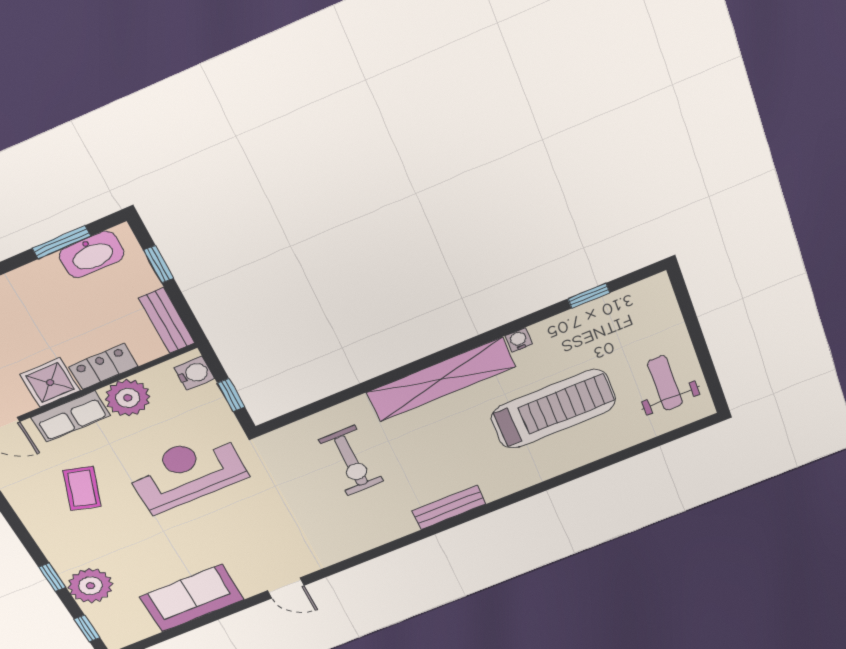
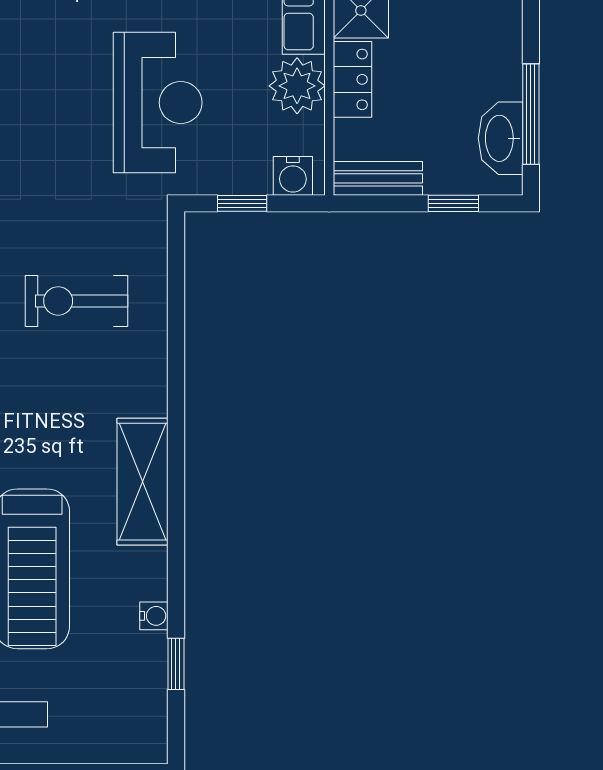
window: (62, 242) -> (531, 114), width x1.44
water cooler: (519, 340) -> (154, 616), moved
shelving: (441, 380) -> (143, 482), width x0.68

